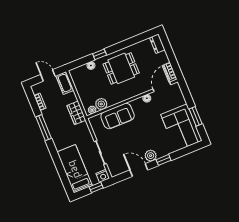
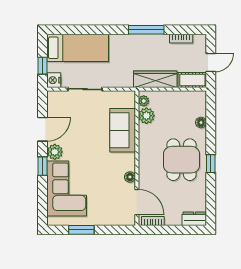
window: (100, 54) -> (211, 164), moved
wardrobe: (76, 113) -> (155, 79), width x1.50
corner sofa: (181, 128) -> (67, 189), moved, turned 90

